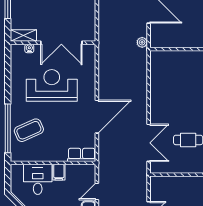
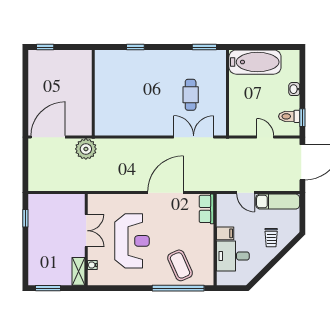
plant: (142, 42) -> (86, 149), width x1.87, depth x1.87
double door: (61, 43) -> (86, 231), width x0.73
reception desk: (52, 85) -> (132, 241), turned 180
door: (97, 117) -> (166, 193), hinge flipped

